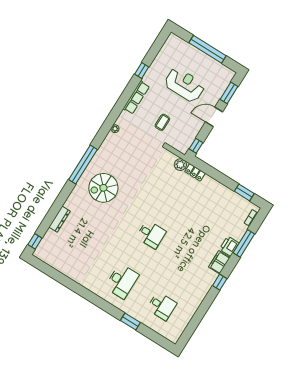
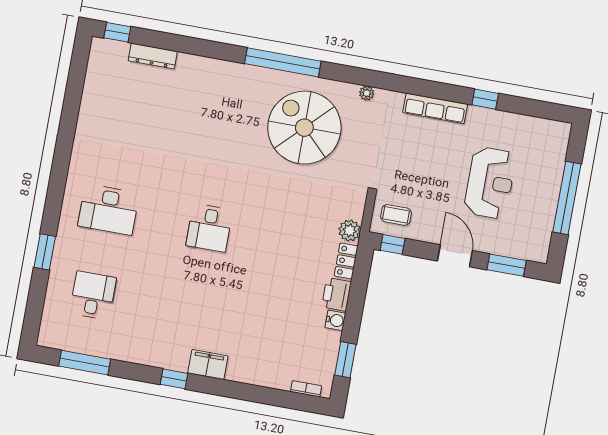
coffee table: (162, 122) -> (396, 215), moved
spiral stairs: (103, 188) -> (304, 128), moved, width x1.37, depth x1.37
water cooler: (223, 190) -> (335, 320), added
dresser: (60, 219) -> (153, 56), moved
window: (244, 243) -> (85, 363), moved
printer: (229, 246) -> (337, 294), moved, turned -90
desk: (162, 306) -> (93, 295), turned 180

